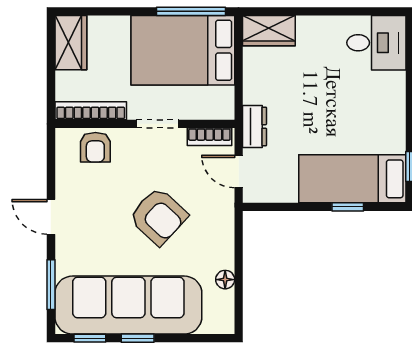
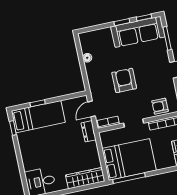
wardrobe: (269, 31) -> (85, 178), width x1.50
armchair: (95, 147) -> (160, 106), turned -90
door: (239, 172) -> (92, 109), swing flipped
armchair: (158, 216) -> (124, 80), turned 47
sofa: (128, 305) -> (138, 32), width x0.74, depth x0.79

